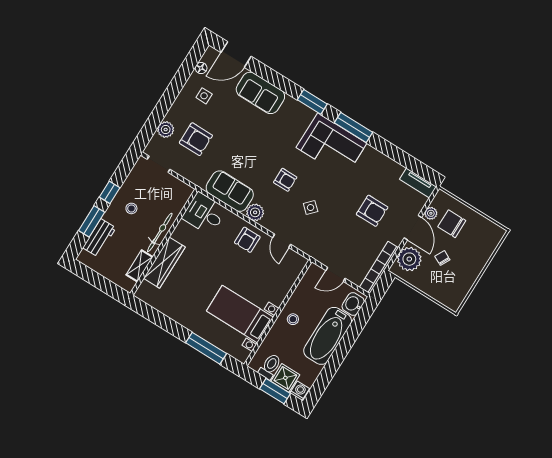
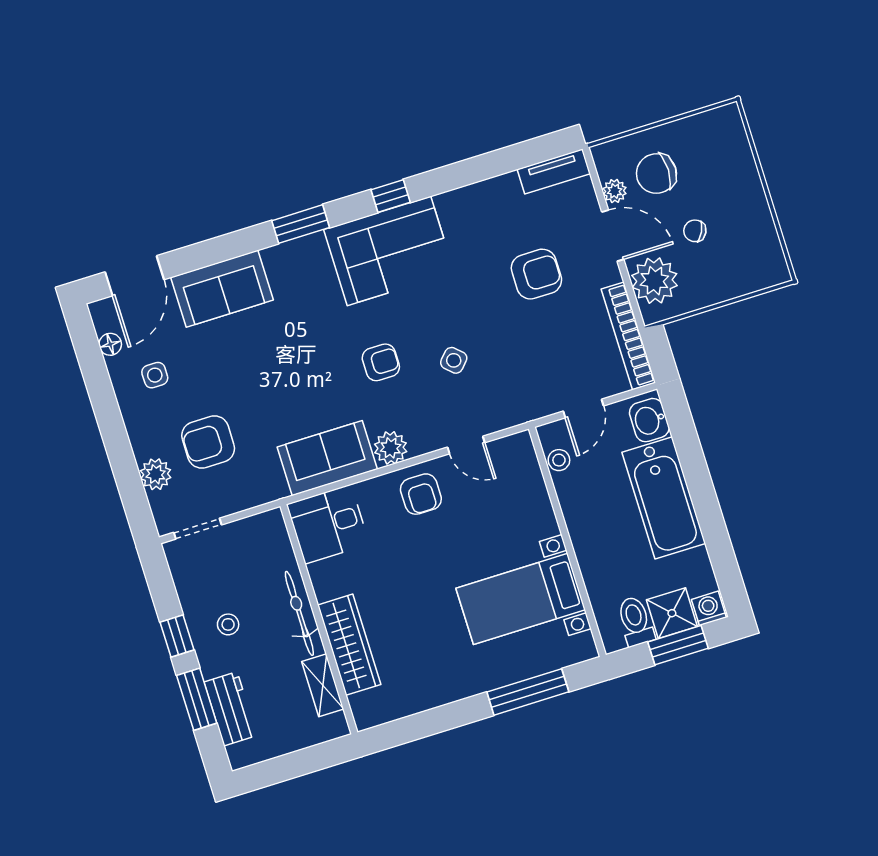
window: (353, 128) -> (391, 196), width x0.46
armchair: (196, 139) -> (208, 442), turned 180
stool: (293, 319) -> (559, 460), moved

